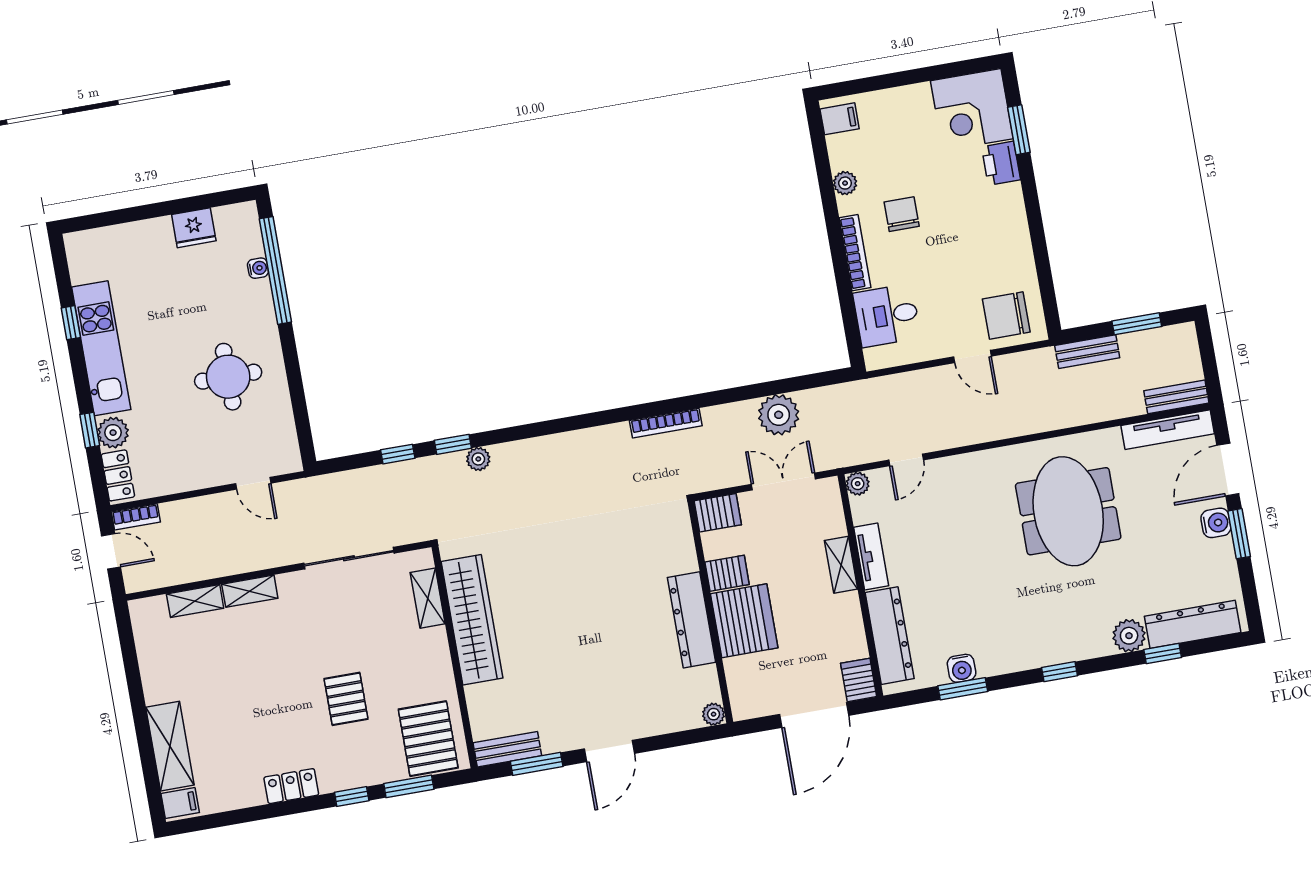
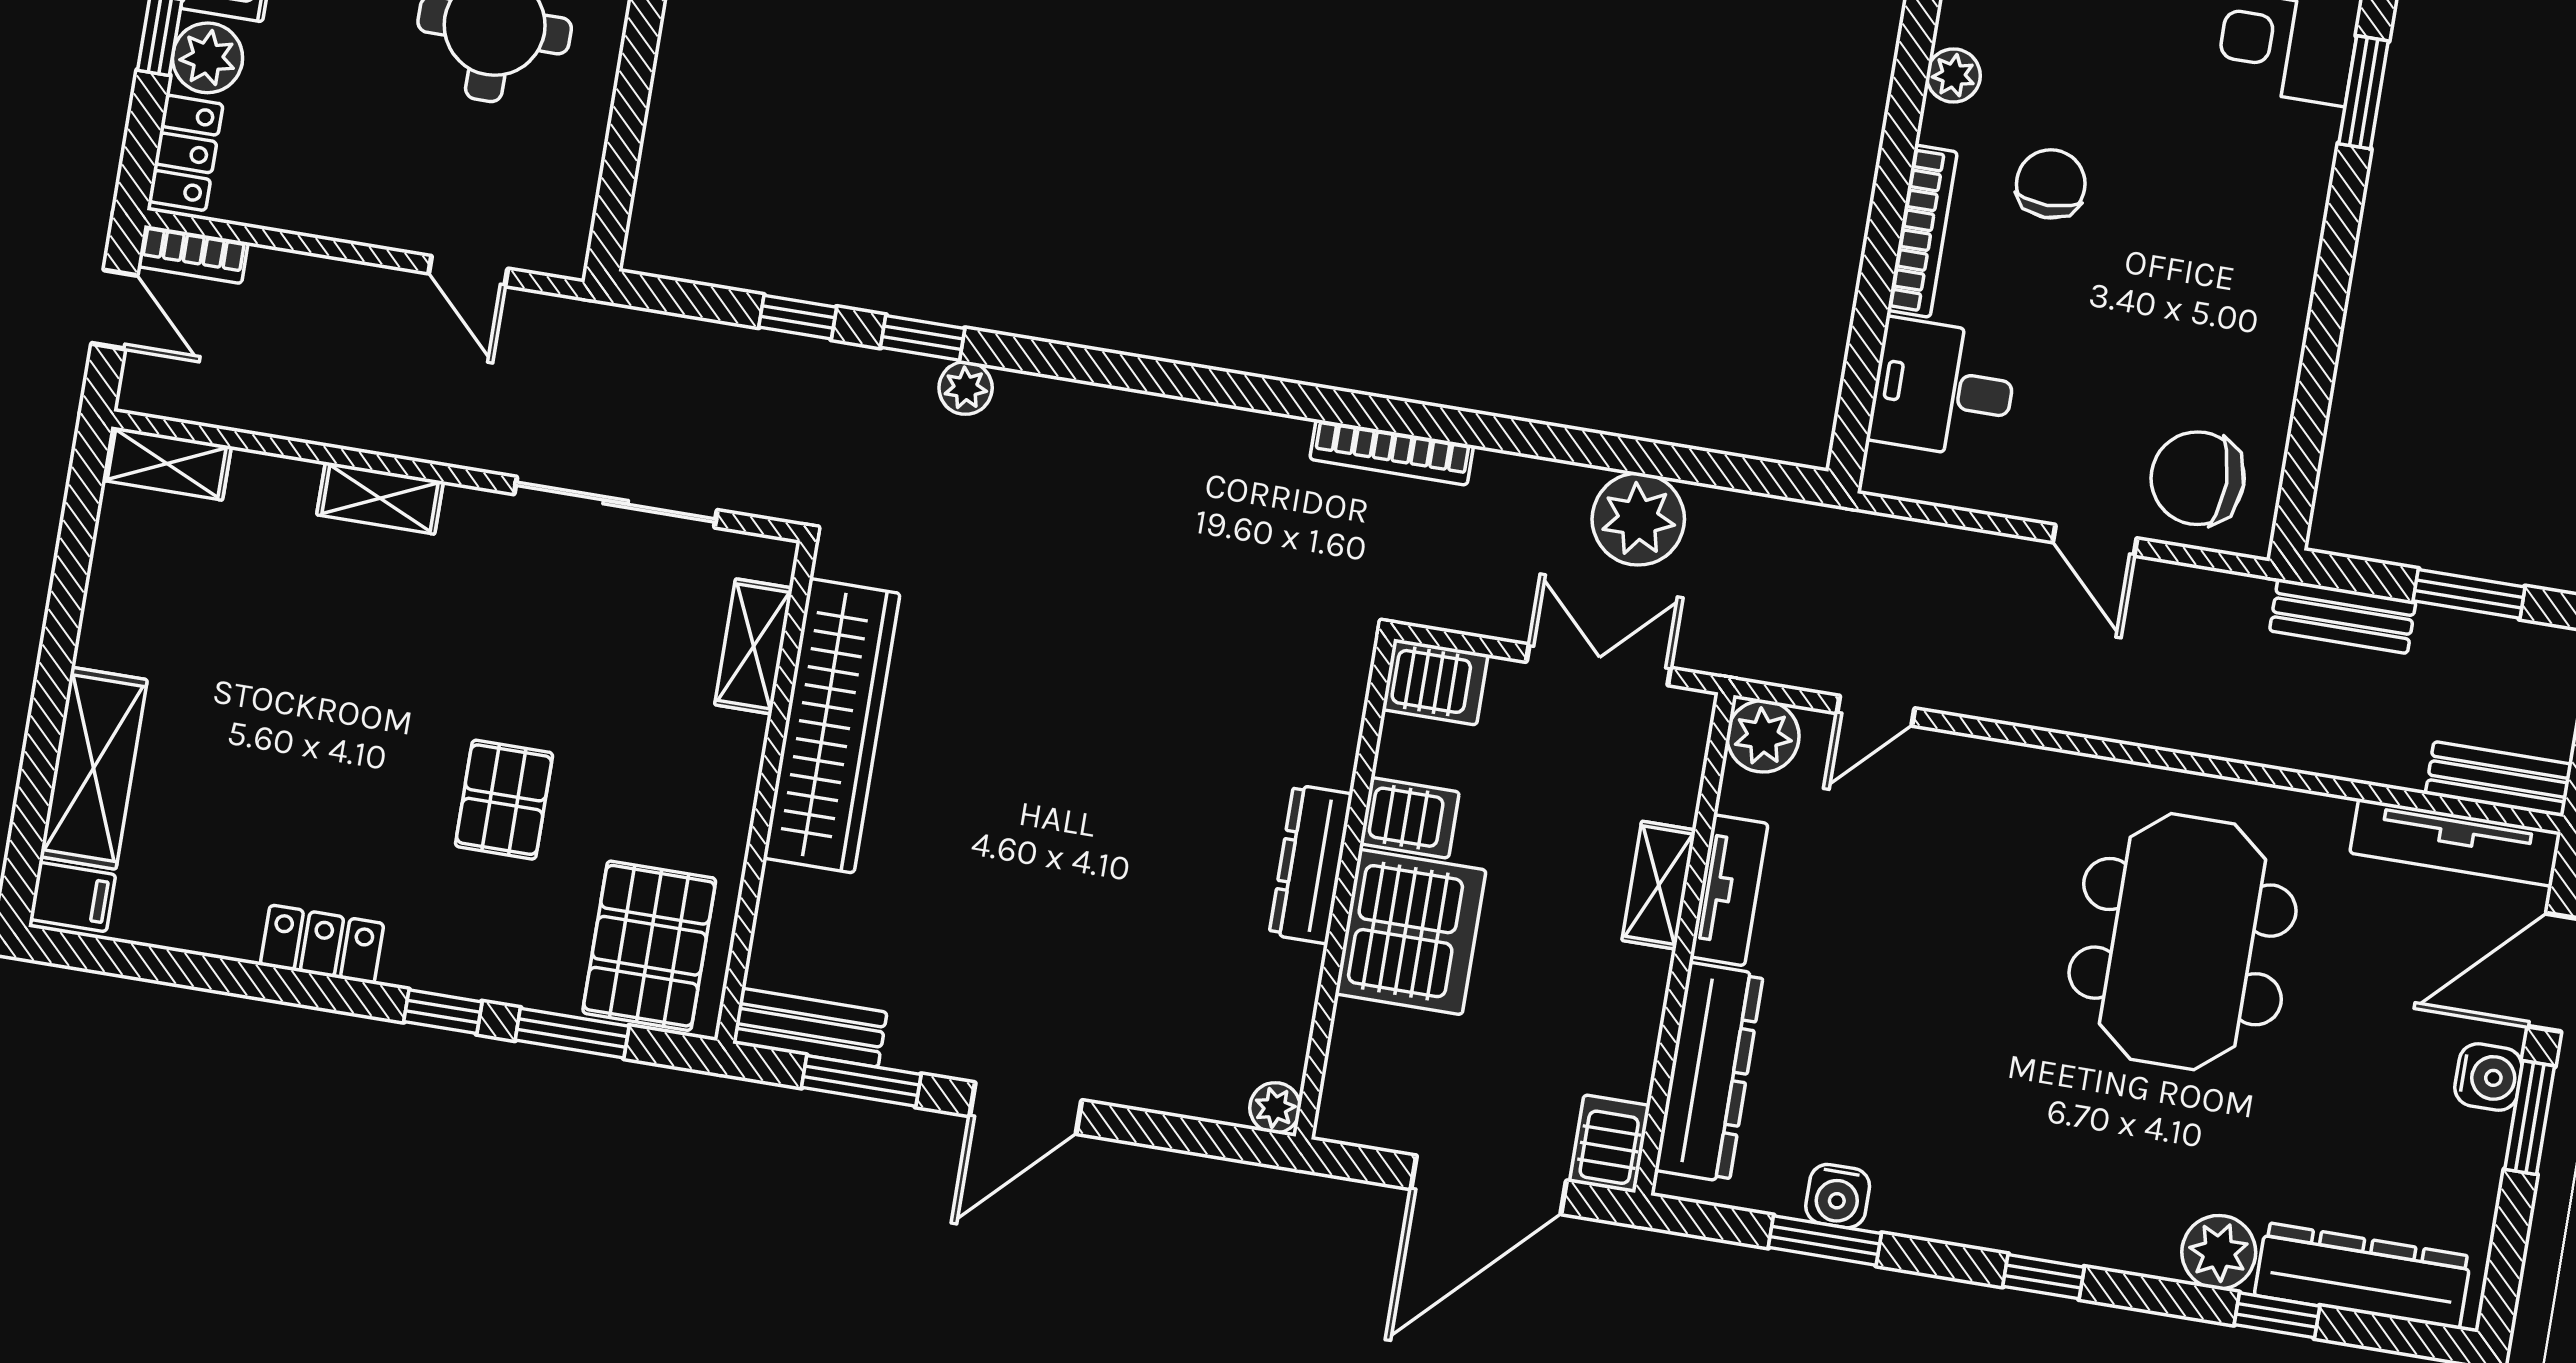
printer: (1001, 163) -> (2300, 150), removed
plant: (858, 484) -> (1763, 736), width x1.38, depth x1.38
shelving: (195, 601) -> (167, 463), moved
dresser: (692, 620) -> (1311, 864), width x0.73, depth x0.80

